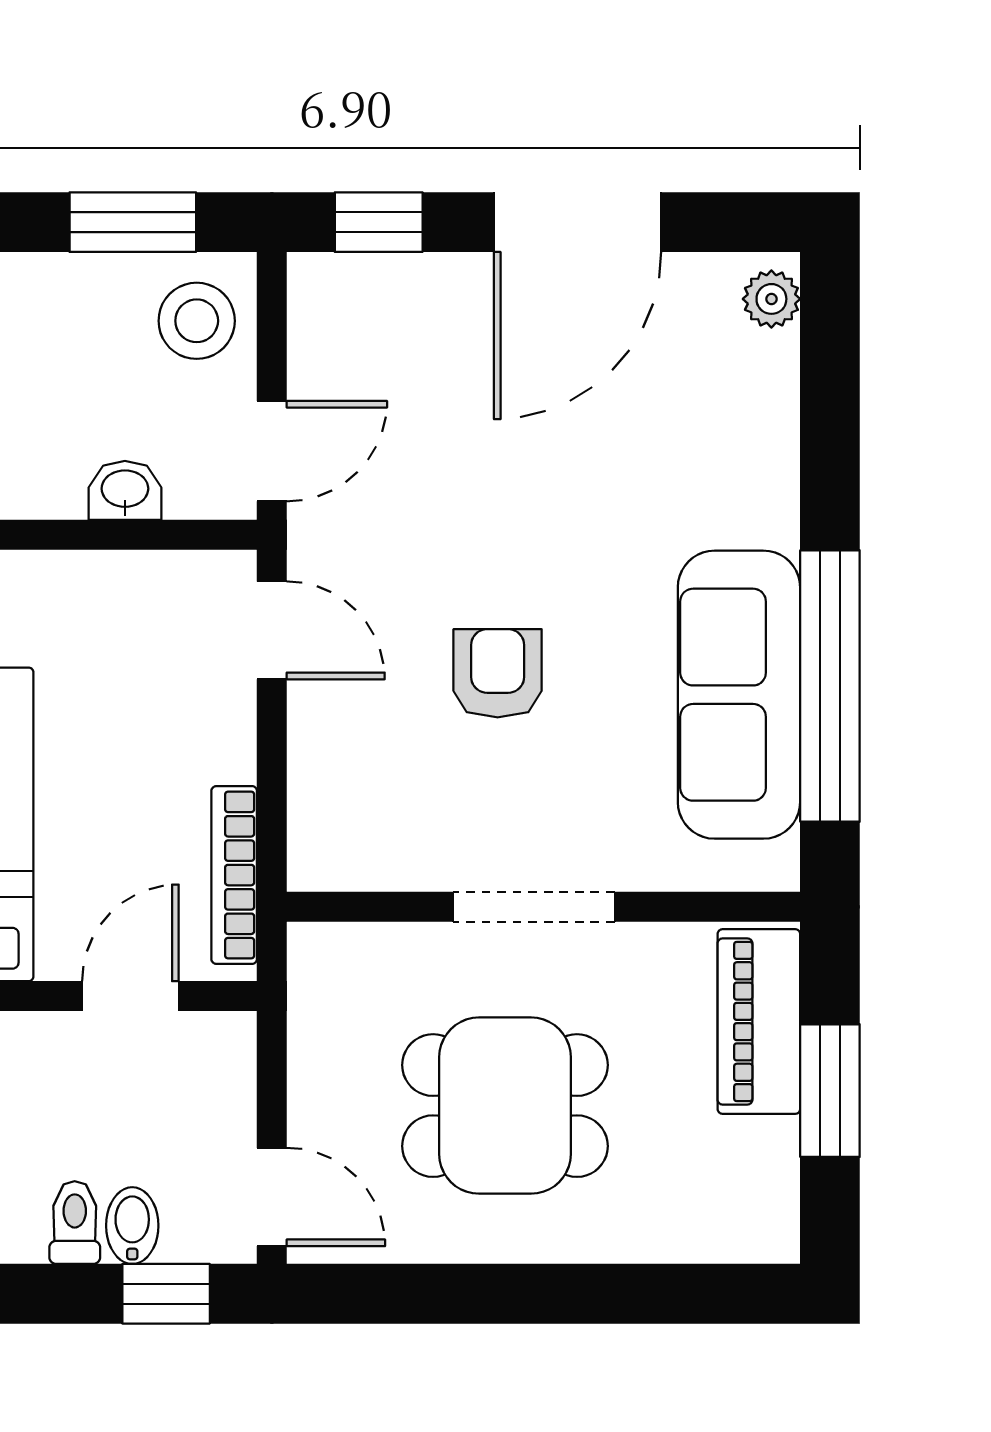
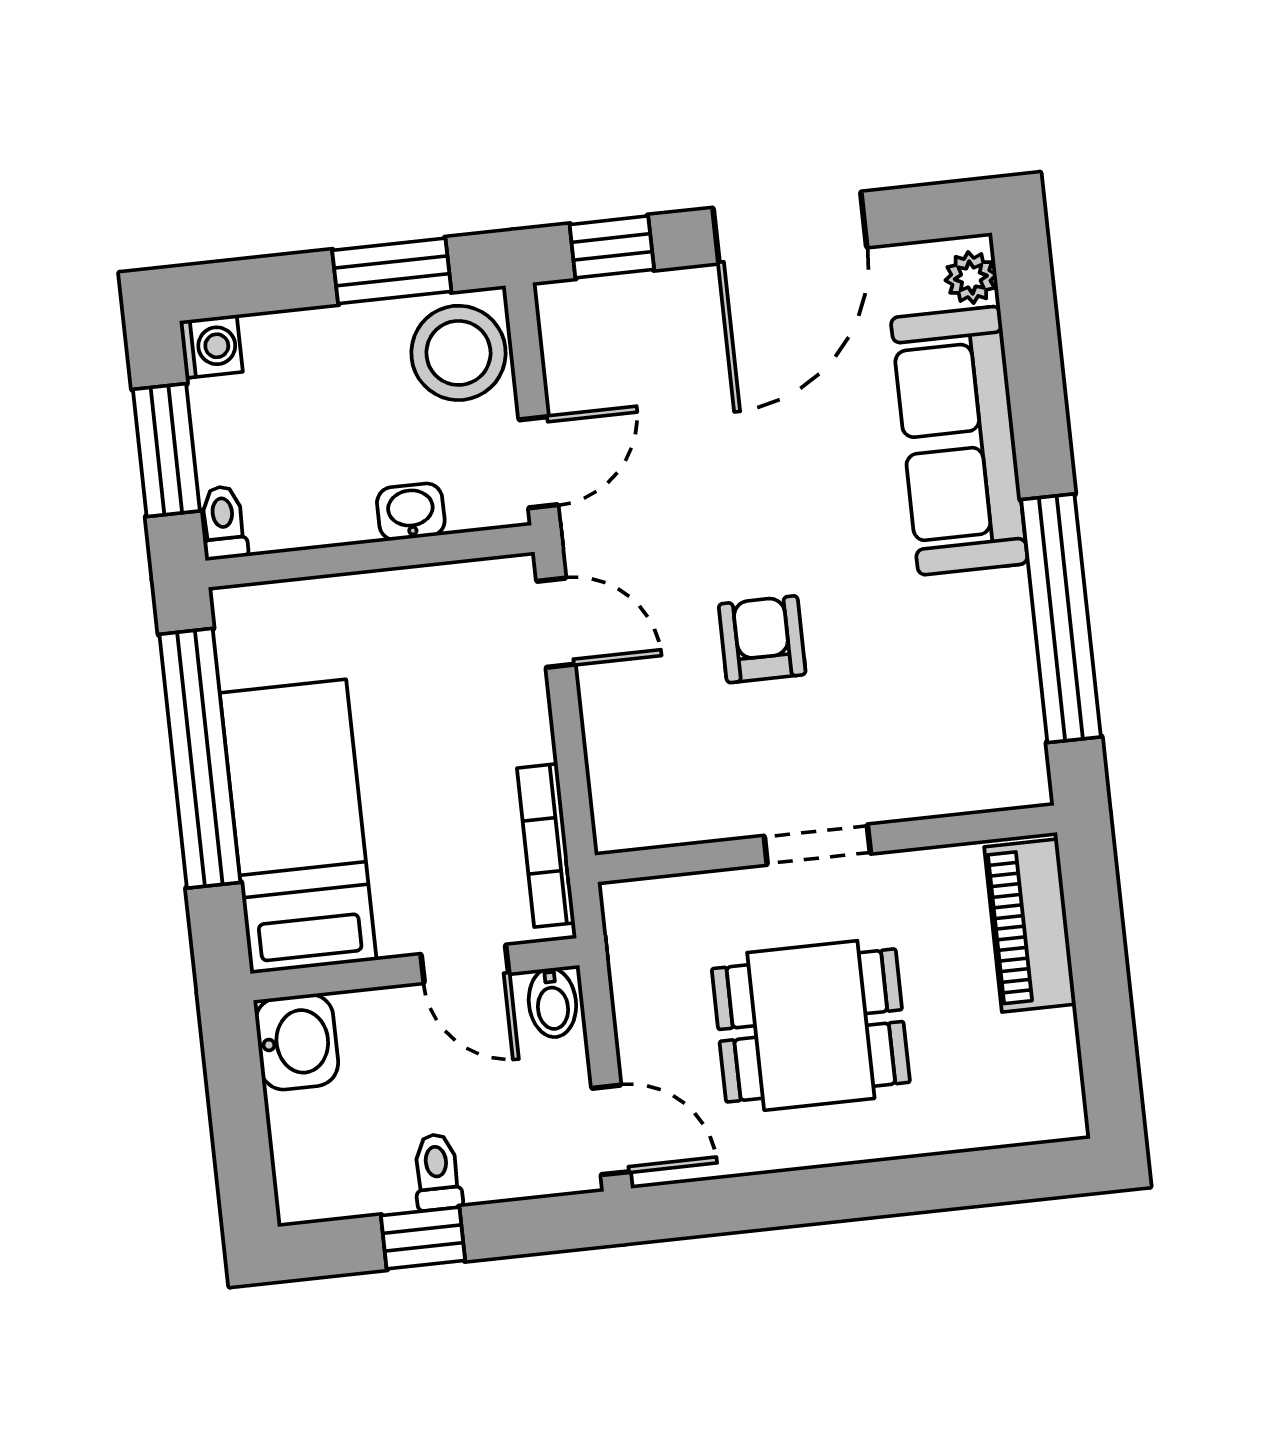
stool: (197, 321) -> (458, 353), width x1.38, depth x1.38
sofa: (739, 695) -> (959, 441), moved
doorway: (534, 907) -> (817, 845), width x0.73
door: (130, 996) -> (465, 964), swing flipped
window: (830, 1091) -> (1100, 980), removed
bidet: (132, 1226) -> (552, 1003), moved, turned 180
window: (166, 1294) -> (423, 1238), moved

